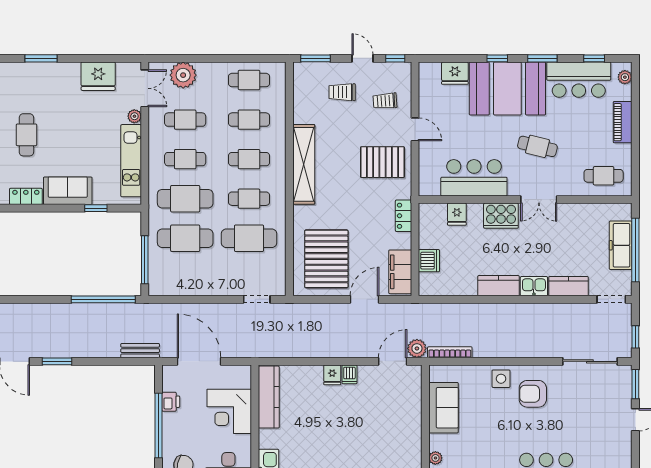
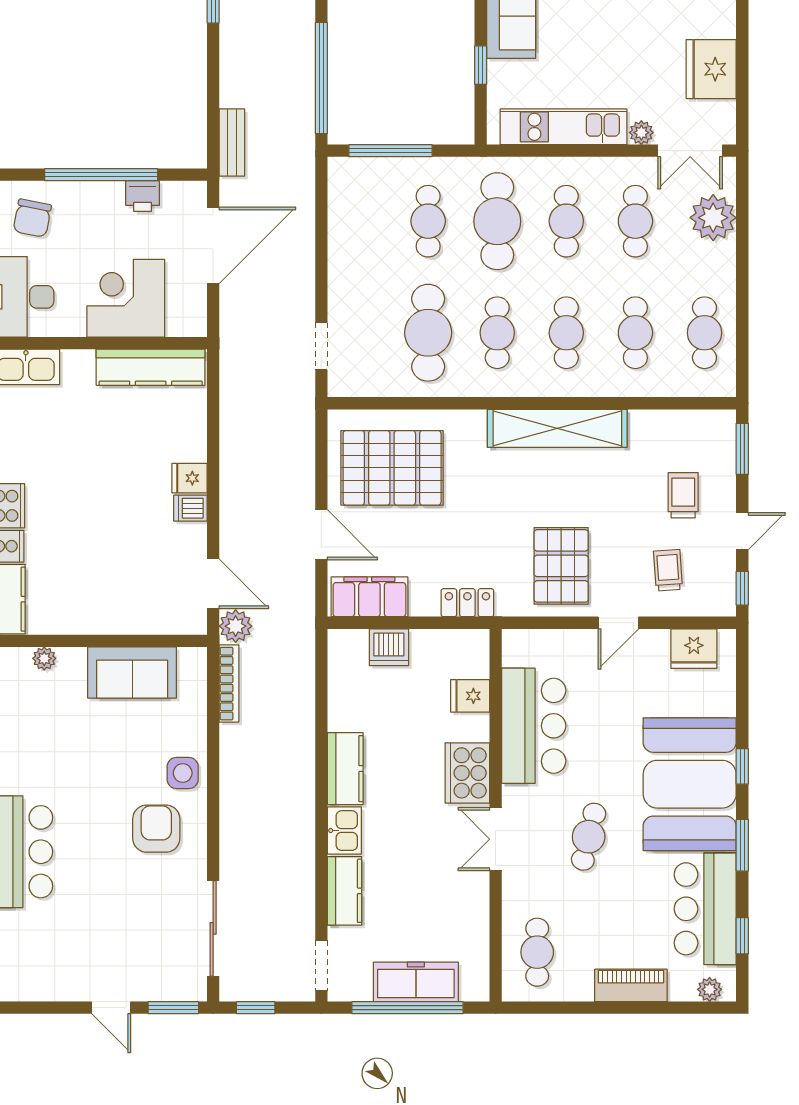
fridge: (455, 73) -> (694, 649), moved, turned -90
cafe table: (185, 238) -> (428, 221), width x0.73, depth x0.74

